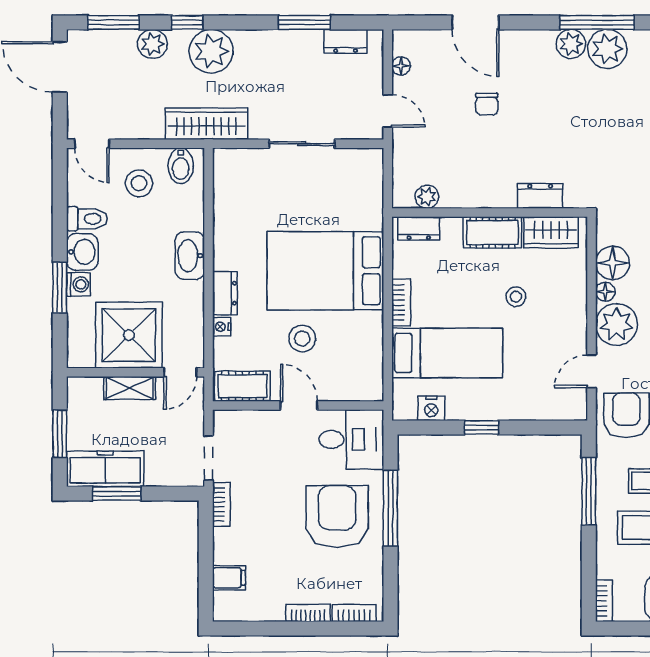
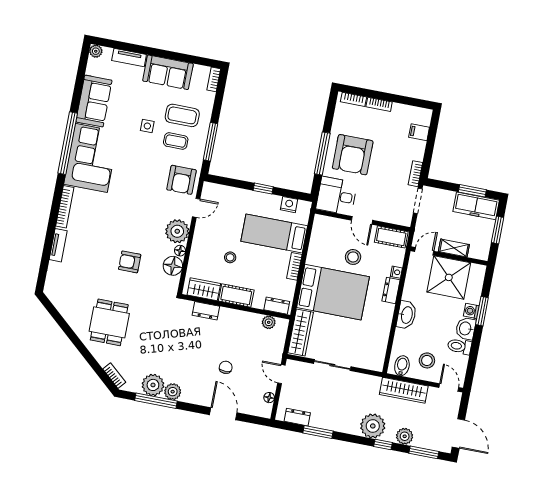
wardrobe: (206, 124) -> (404, 390), moved
wardrobe: (368, 190) -> (301, 333), added

